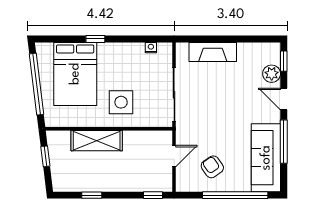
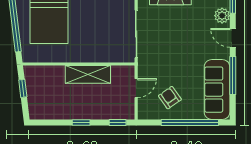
side table: (121, 102) -> (89, 41), removed
shelving: (97, 141) -> (88, 74), moved
window: (92, 195) -> (81, 123), moved

